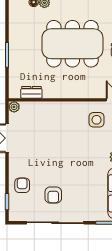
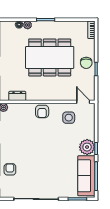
armchair: (53, 195) -> (42, 111), moved

